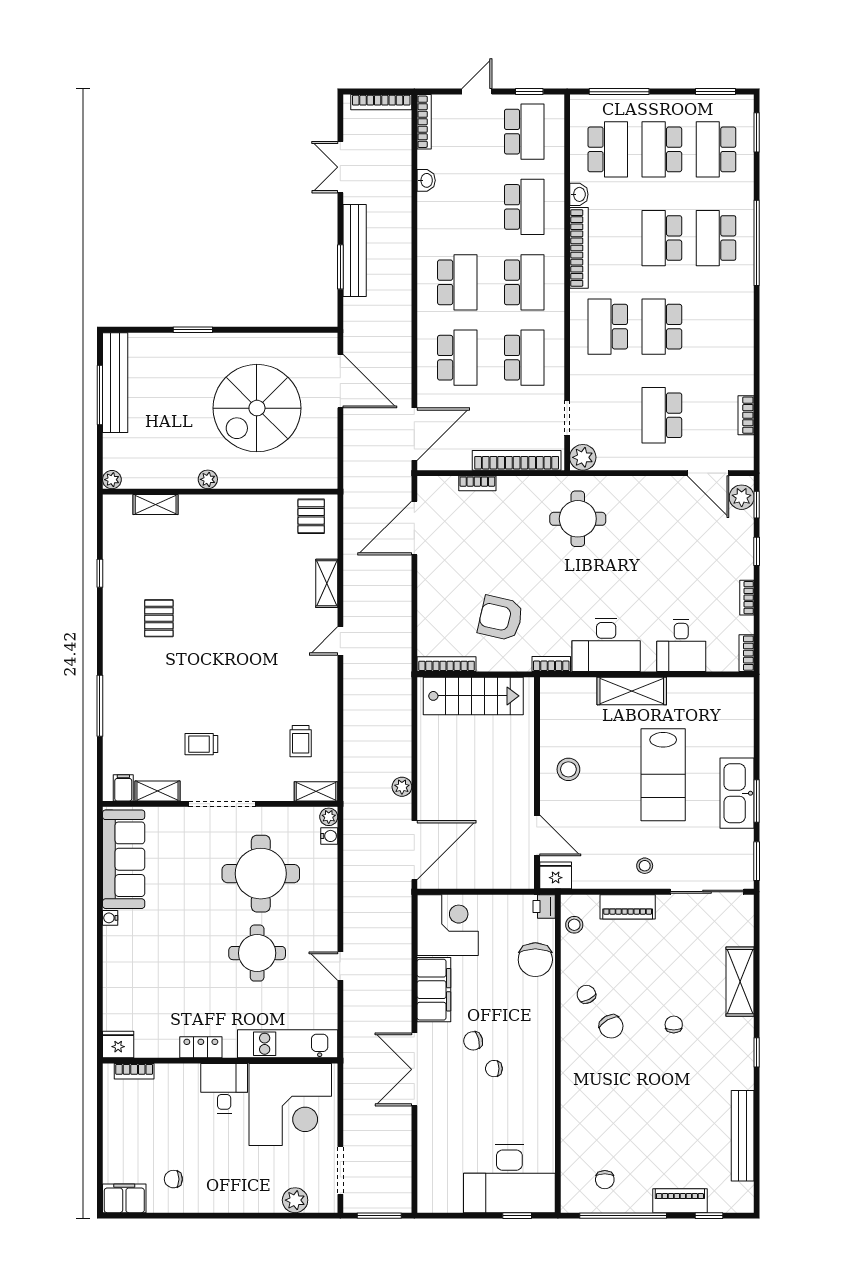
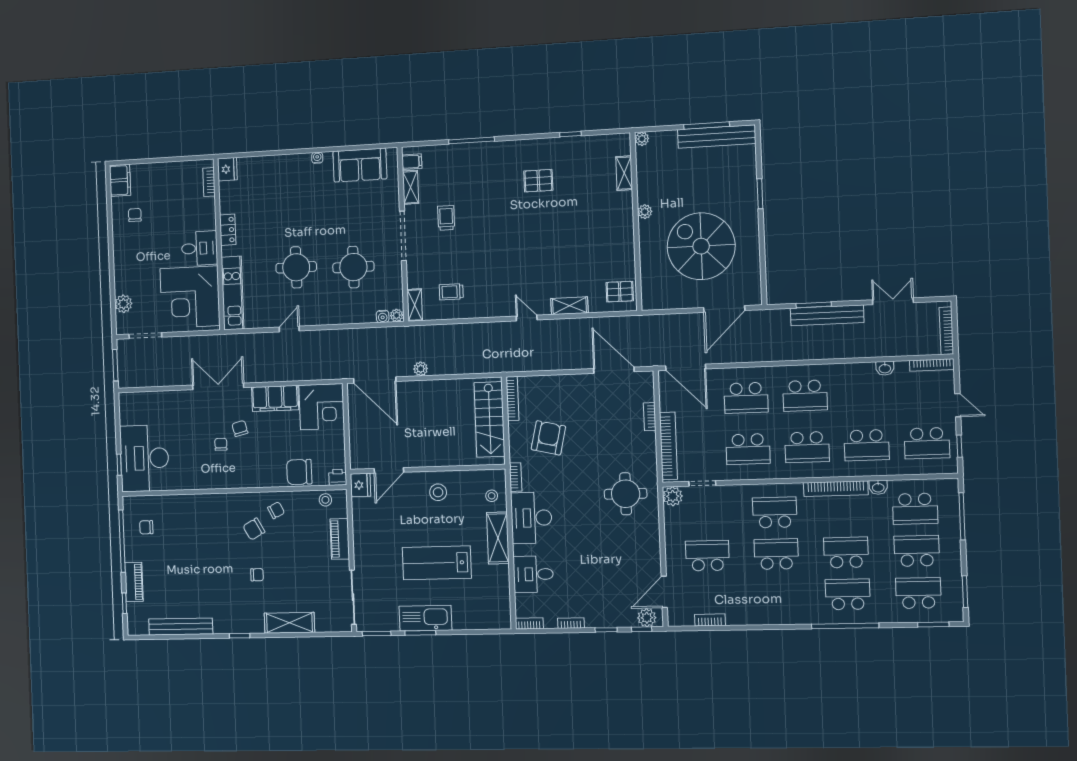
sofa: (124, 859) -> (360, 165), width x0.73
stool: (645, 866) -> (492, 496), moved
round table: (261, 874) -> (353, 267), width x0.73, depth x0.73

